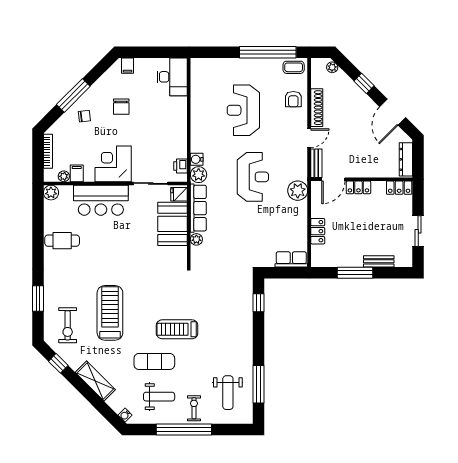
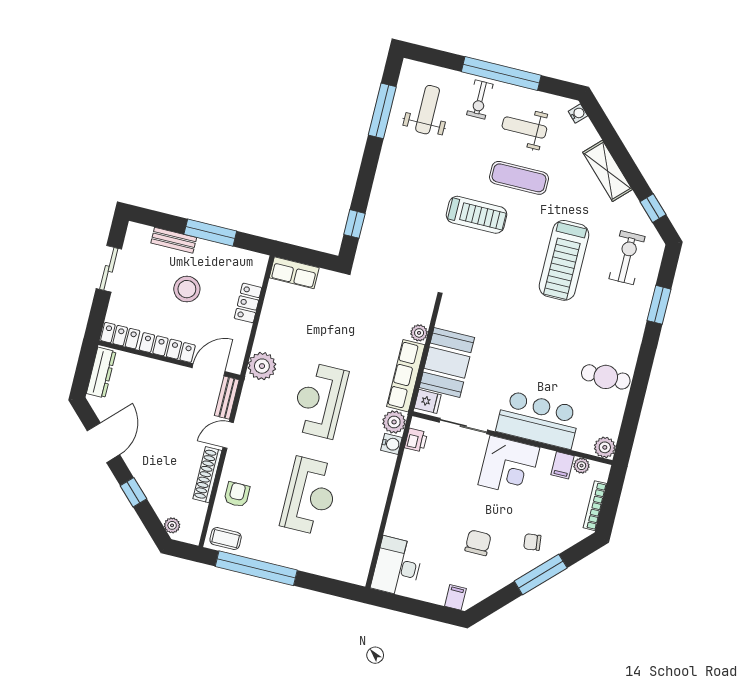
locker: (358, 187) -> (167, 348), width x1.53
stool: (362, 230) -> (187, 289), added

